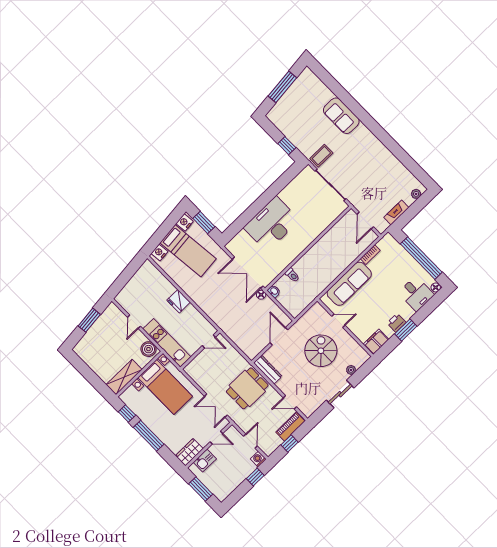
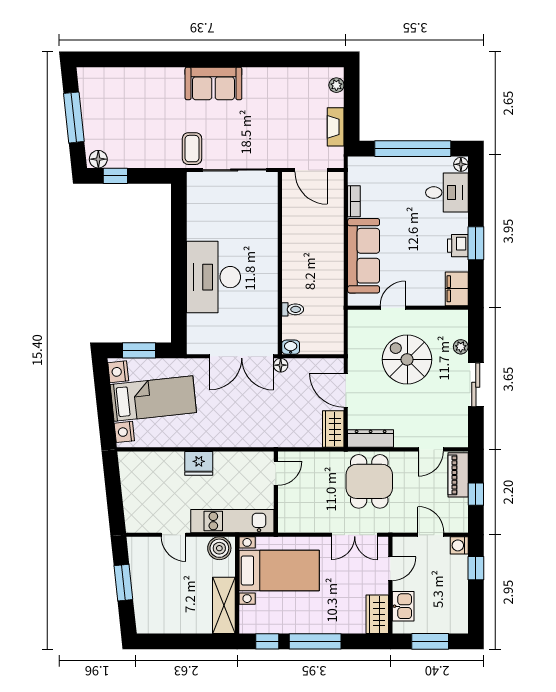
sofa: (341, 116) -> (213, 83), moved
floor lamp: (274, 117) -> (98, 159), added
window: (287, 146) -> (115, 176), moved
wardrobe: (255, 348) -> (333, 429), added

